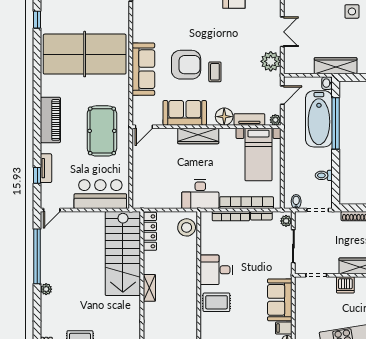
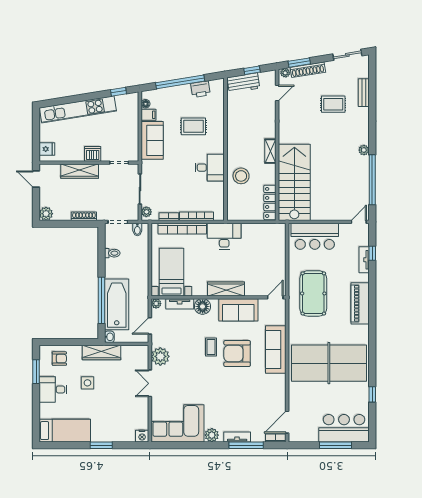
side table: (352, 11) -> (87, 383), moved
stool: (187, 227) -> (241, 176), moved
rug: (216, 302) -> (193, 126), moved

